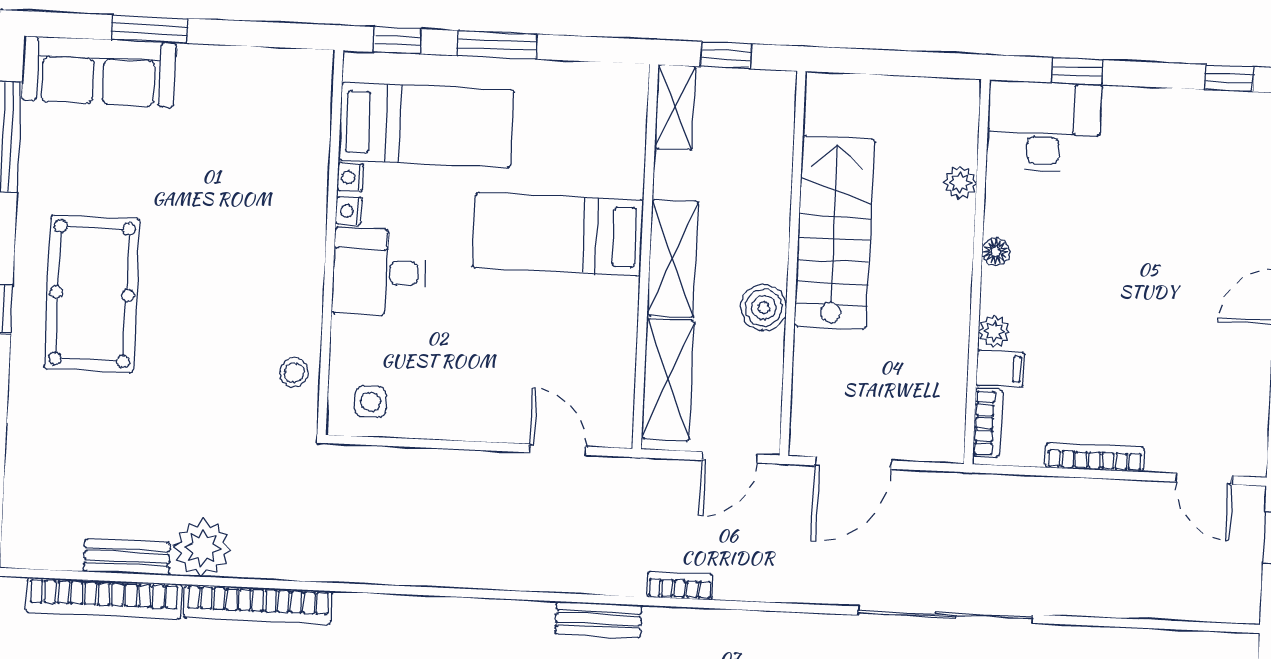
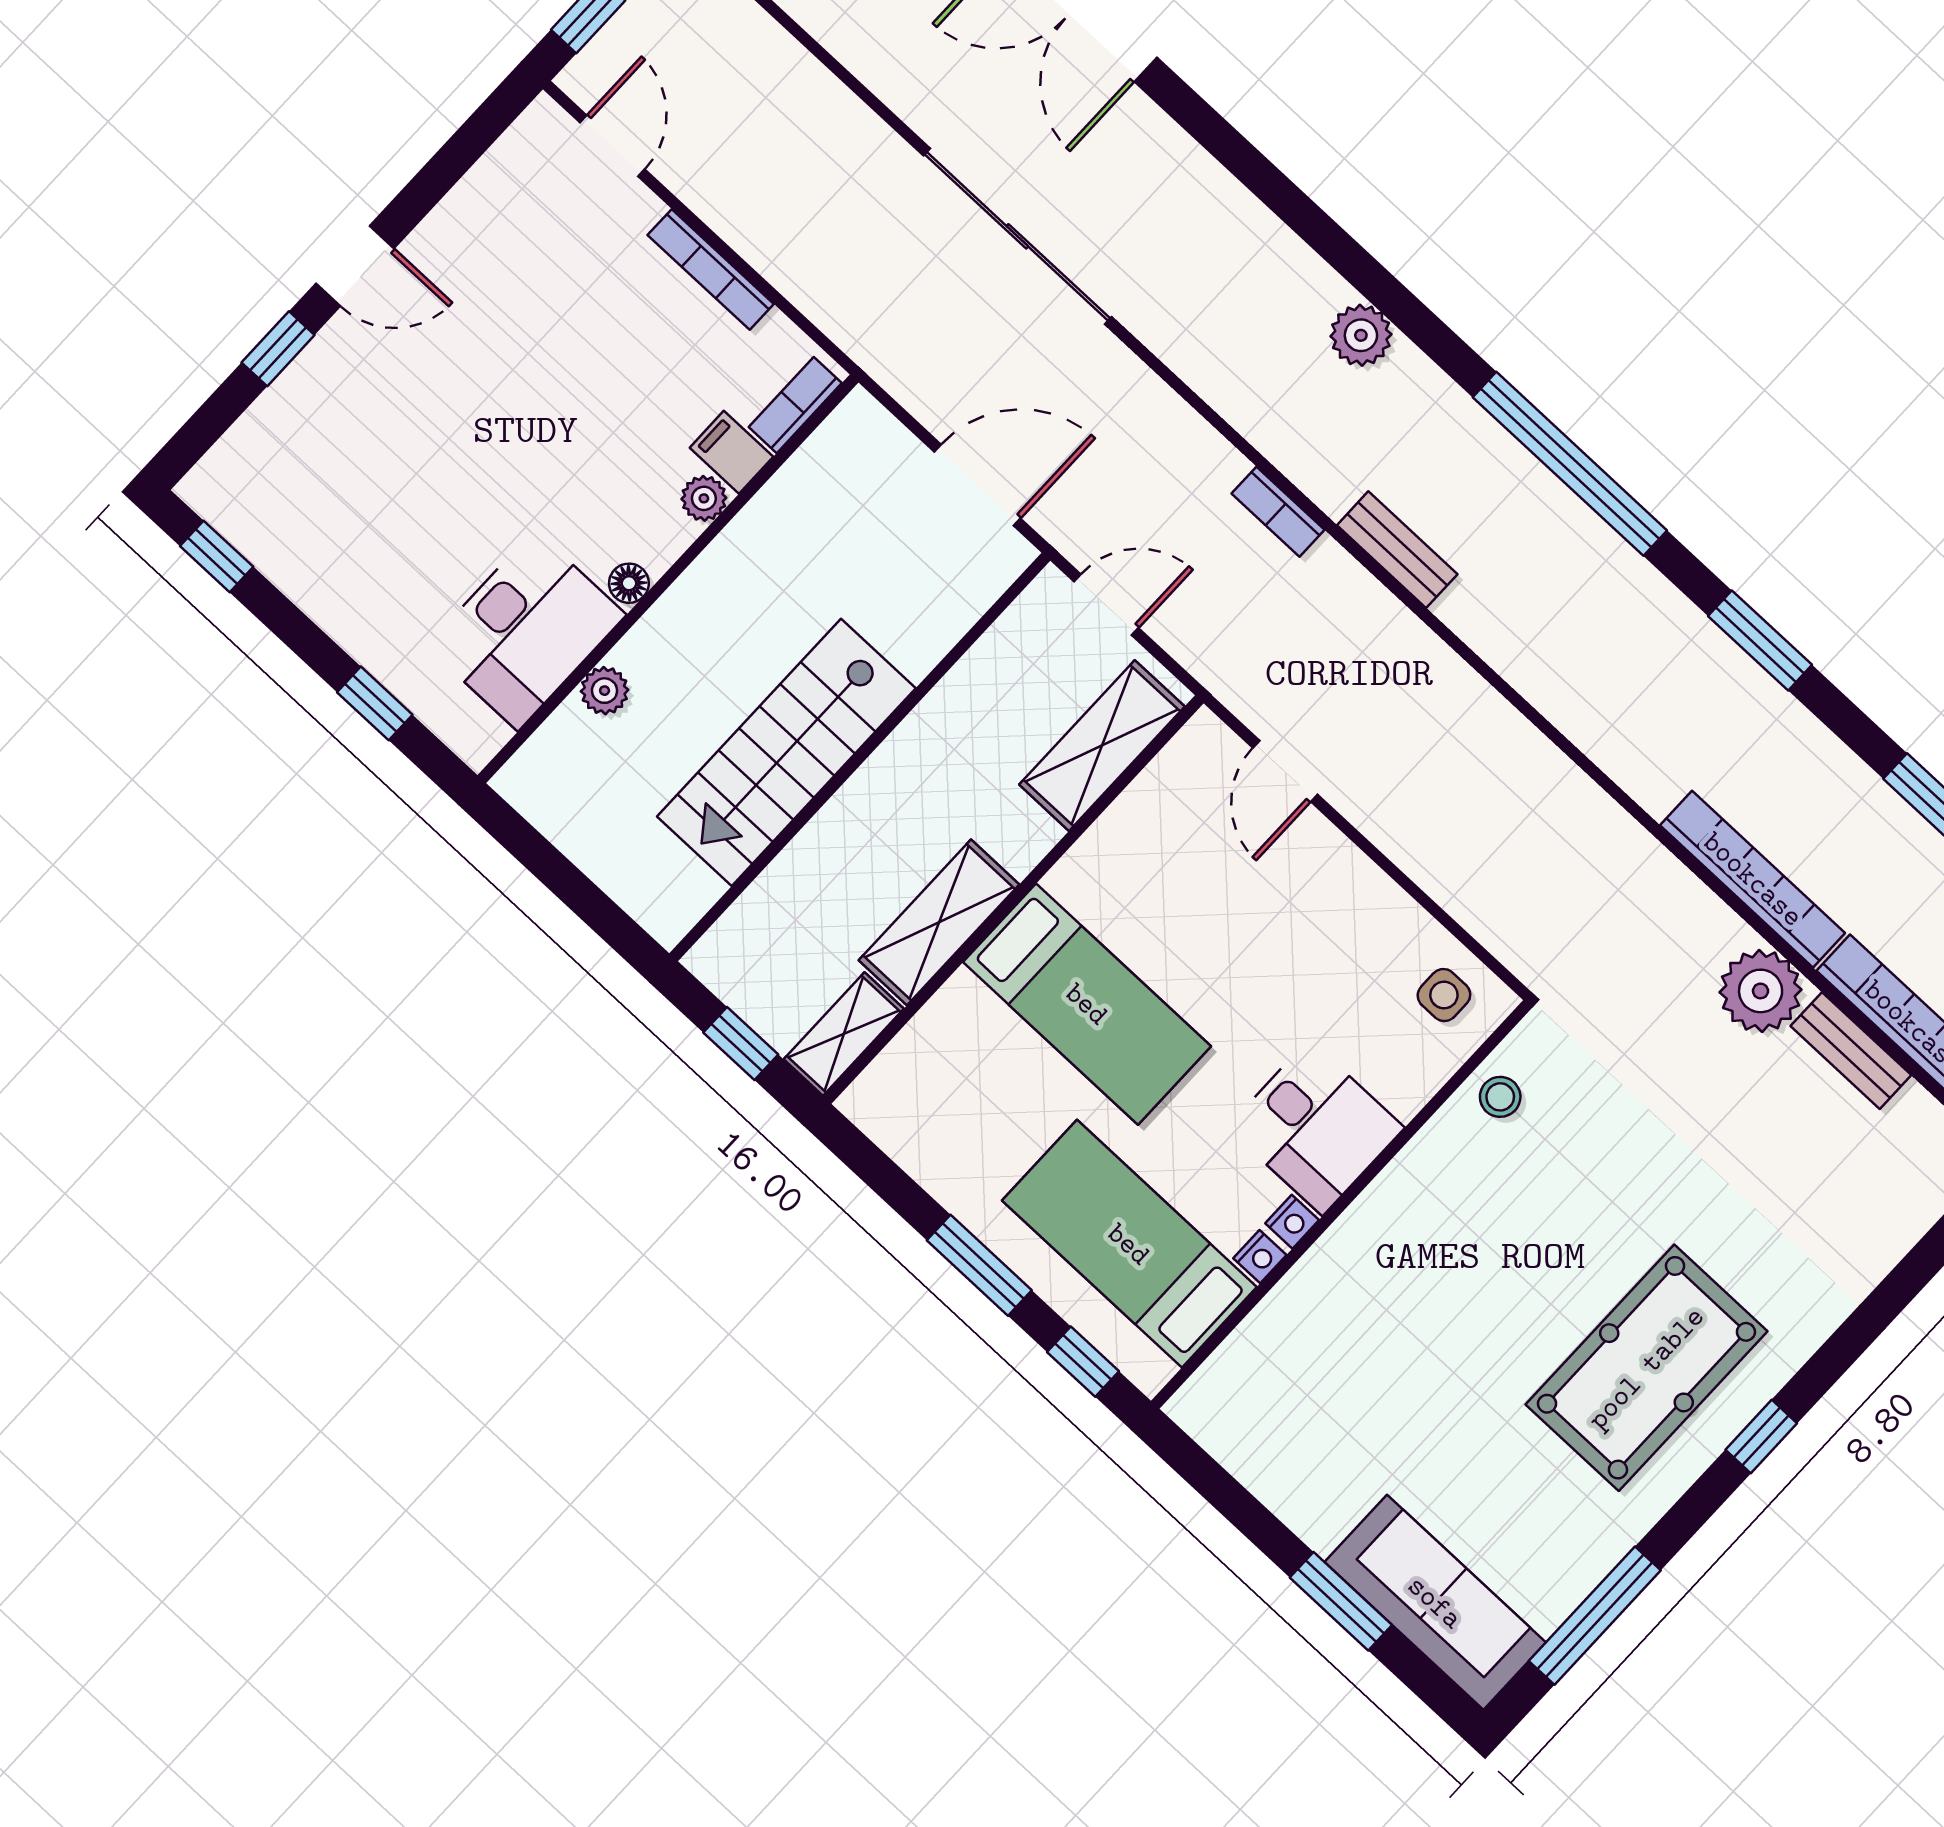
desk: (1044, 126) -> (526, 630), moved, turned -90
shelving: (673, 259) -> (939, 922), moved
boiler: (764, 308) -> (932, 736), removed

